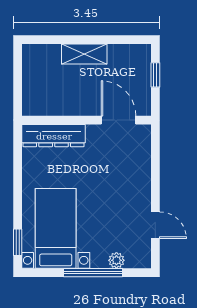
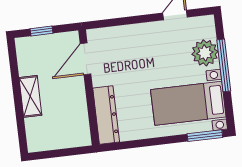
window: (18, 242) -> (205, 136), width x1.50
plant: (116, 260) -> (205, 53), width x1.88, depth x1.88

